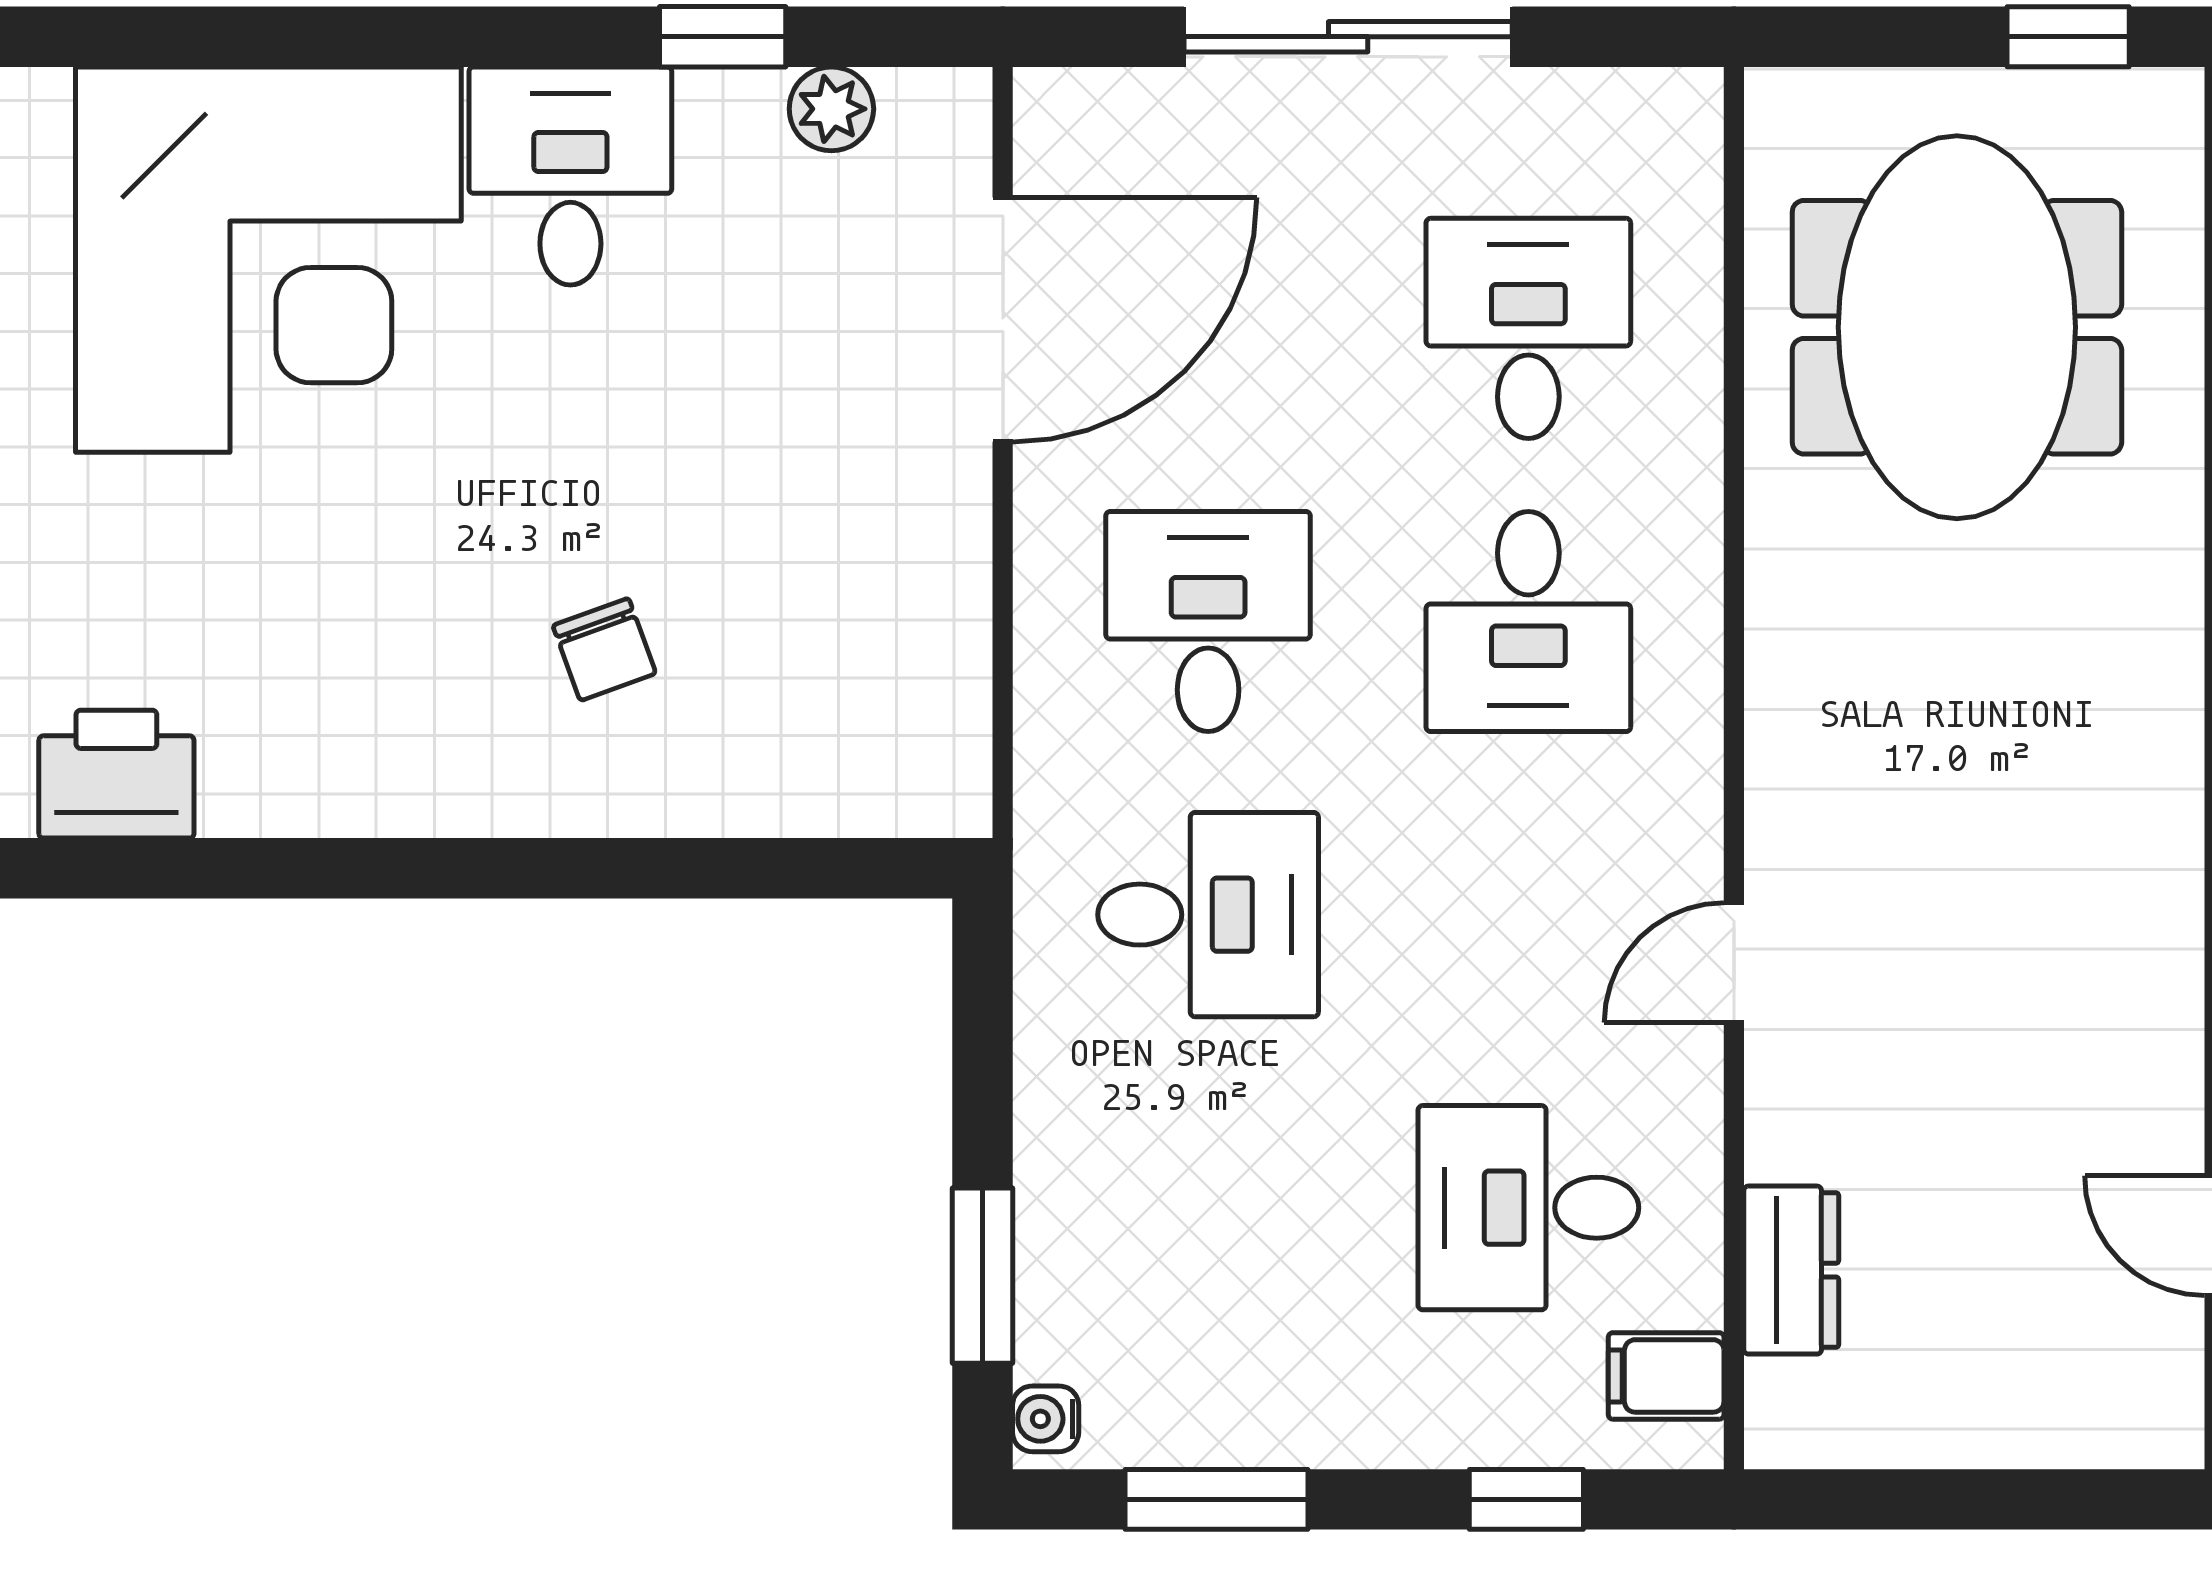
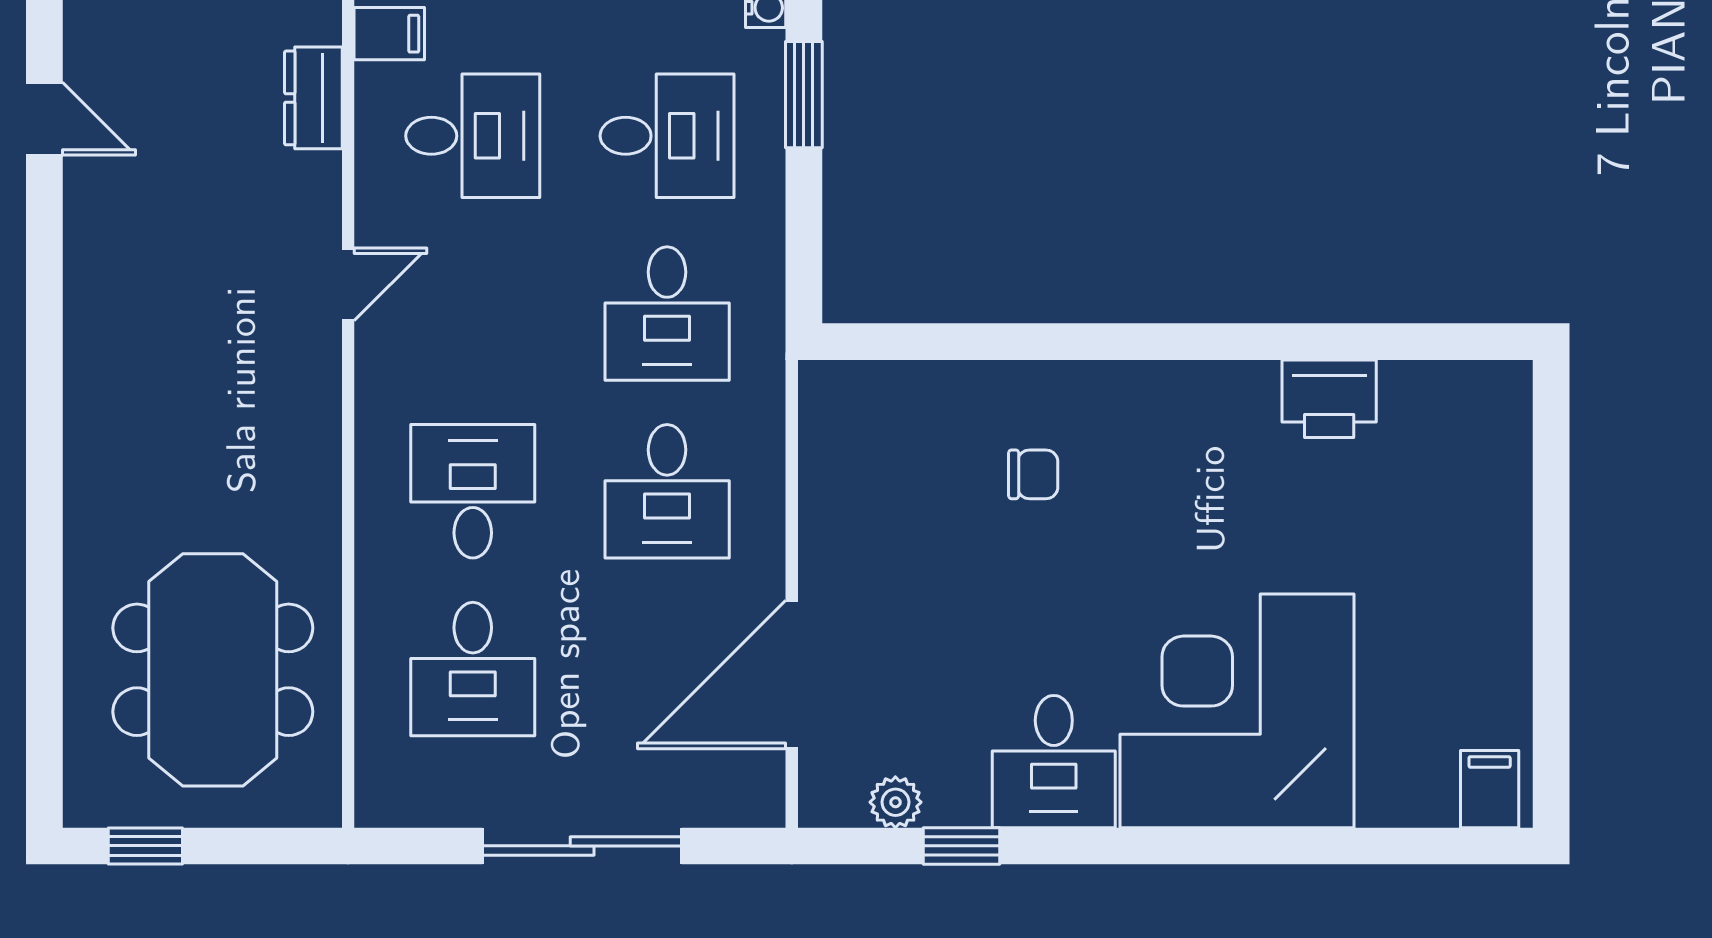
chair: (604, 649) -> (1033, 474), turned 110
desk: (1208, 915) -> (667, 314), turned -90
desk: (1208, 1208) -> (667, 136), added

